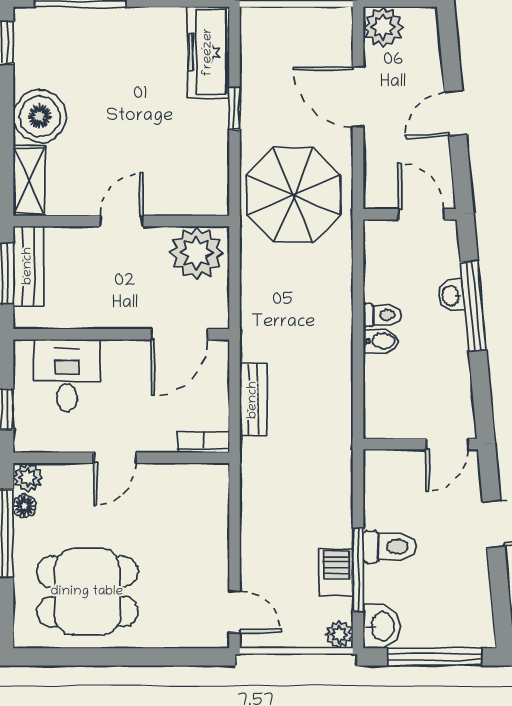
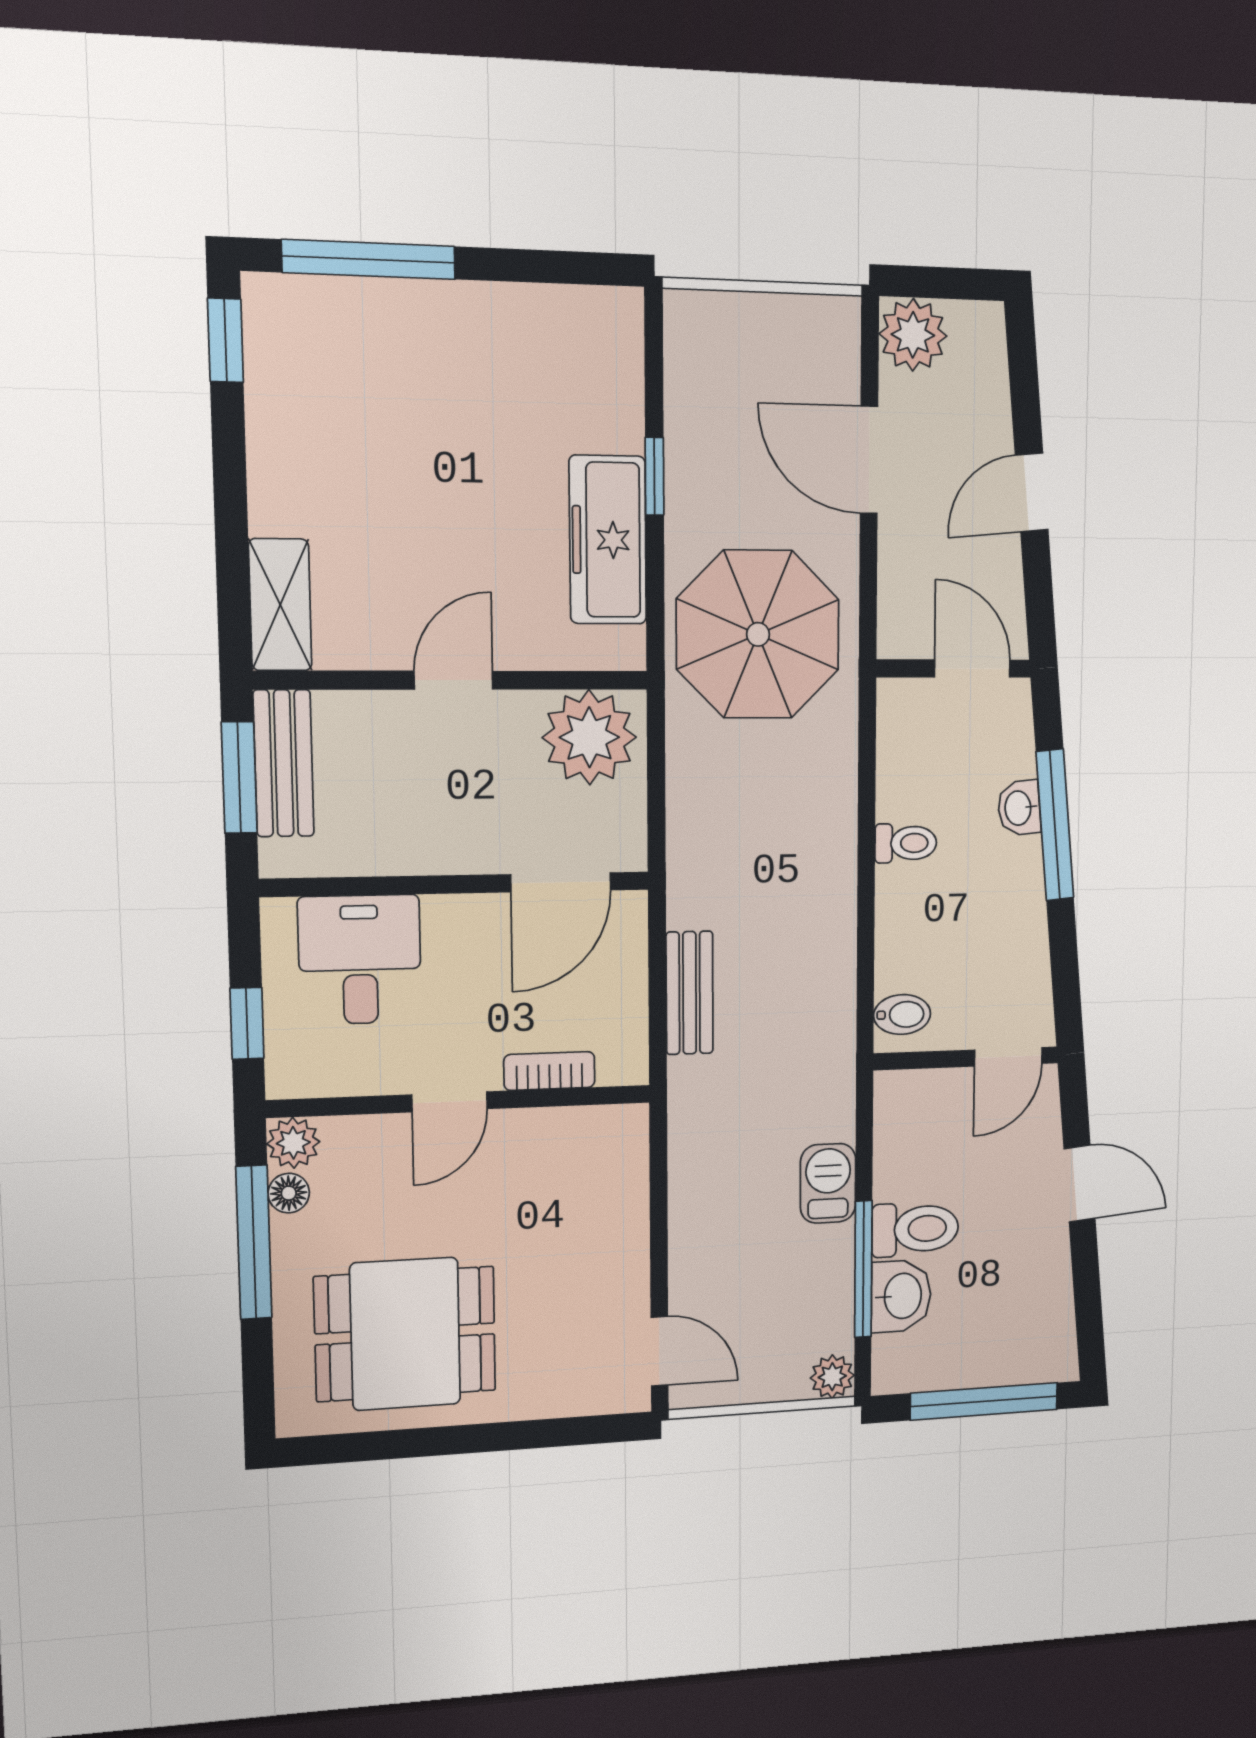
freezer: (208, 52) -> (608, 540), moved
boiler: (40, 116) -> (297, 484), removed
bidet: (381, 341) -> (902, 1014), moved
bookcase: (203, 442) -> (549, 1071), moved
barbecue: (336, 572) -> (828, 1183), moved
washbasin: (382, 626) -> (901, 1296), moved

